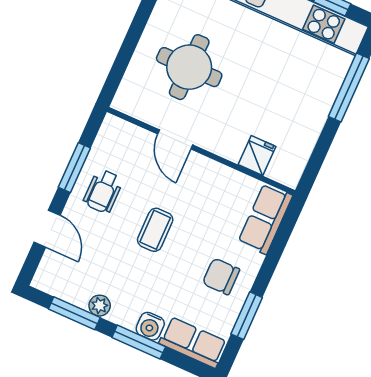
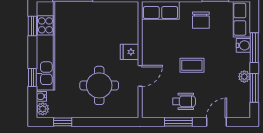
fridge: (257, 155) -> (129, 52), moved

